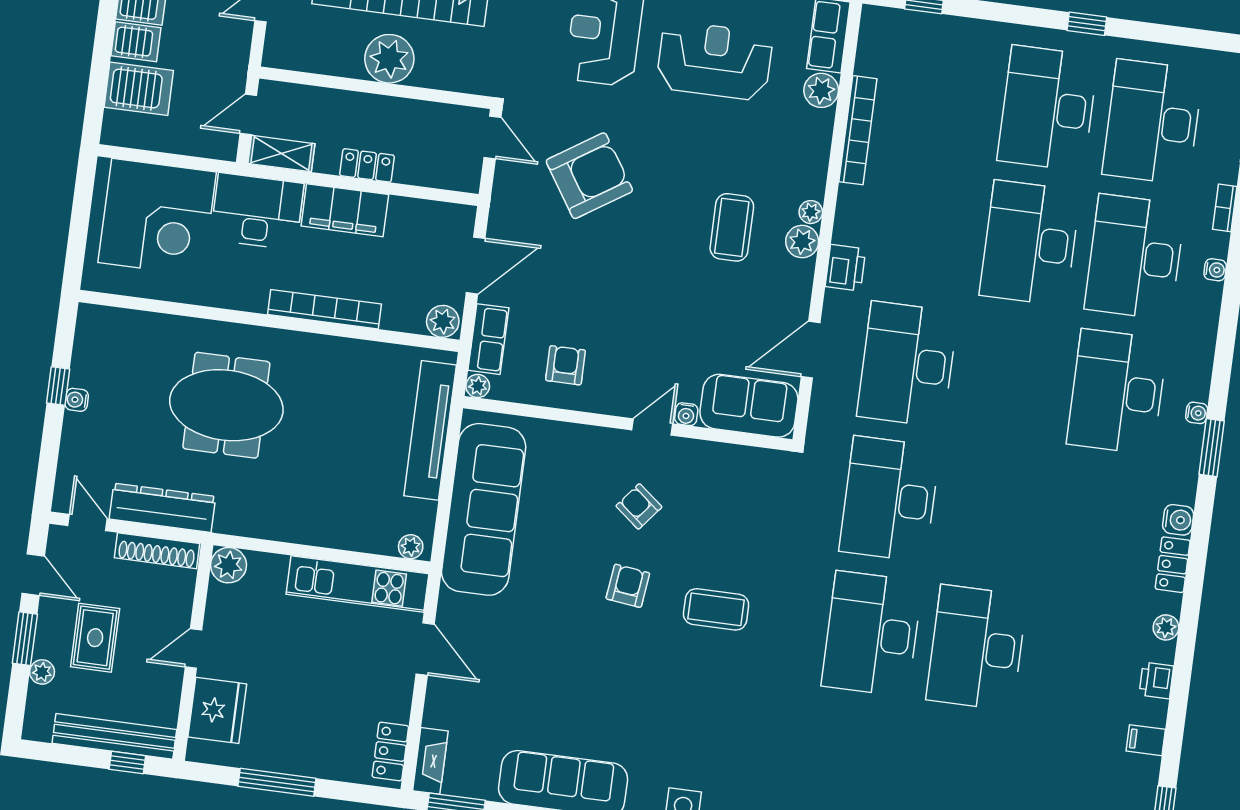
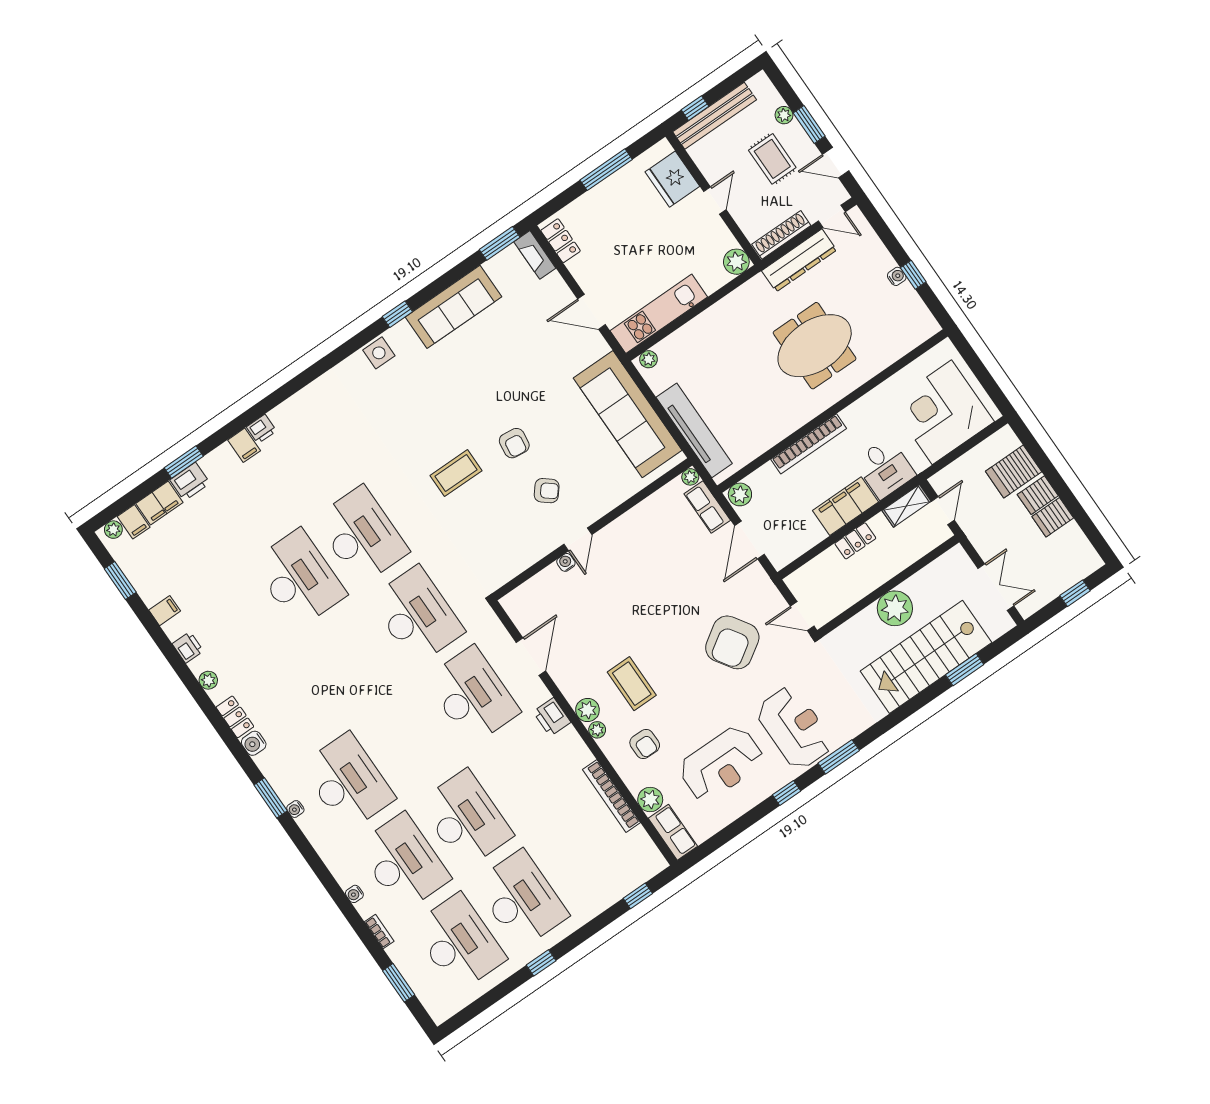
desk: (257, 211) -> (885, 468), width x0.73
armchair: (565, 365) -> (645, 744), moved
sofa: (749, 406) -> (537, 597), removed

